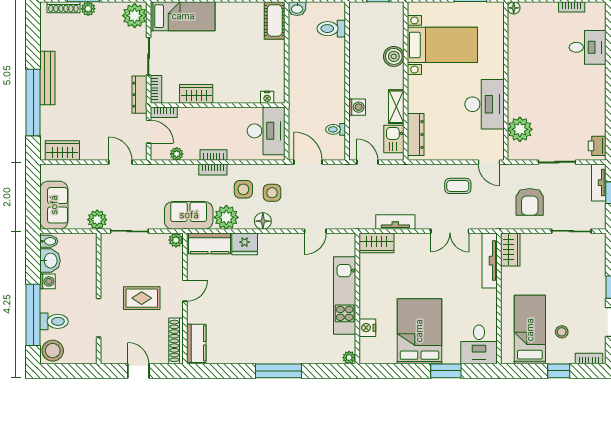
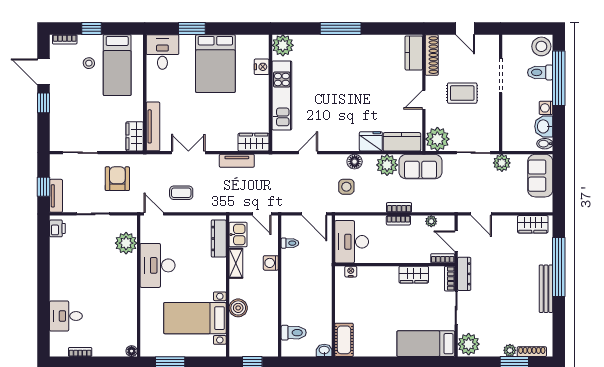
side table: (243, 189) -> (372, 190), removed
plant: (176, 240) -> (437, 139), width x1.88, depth x1.88
plant: (349, 358) -> (283, 45), width x1.87, depth x1.87

